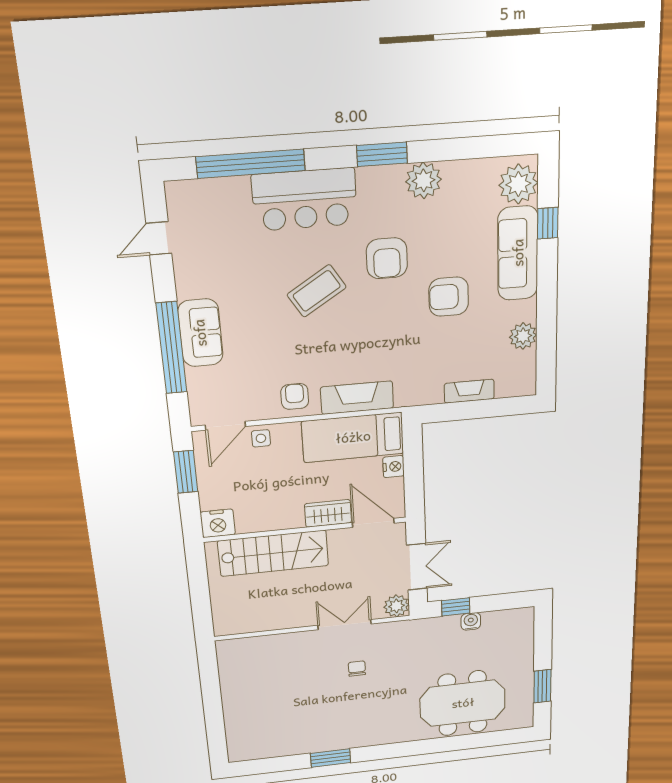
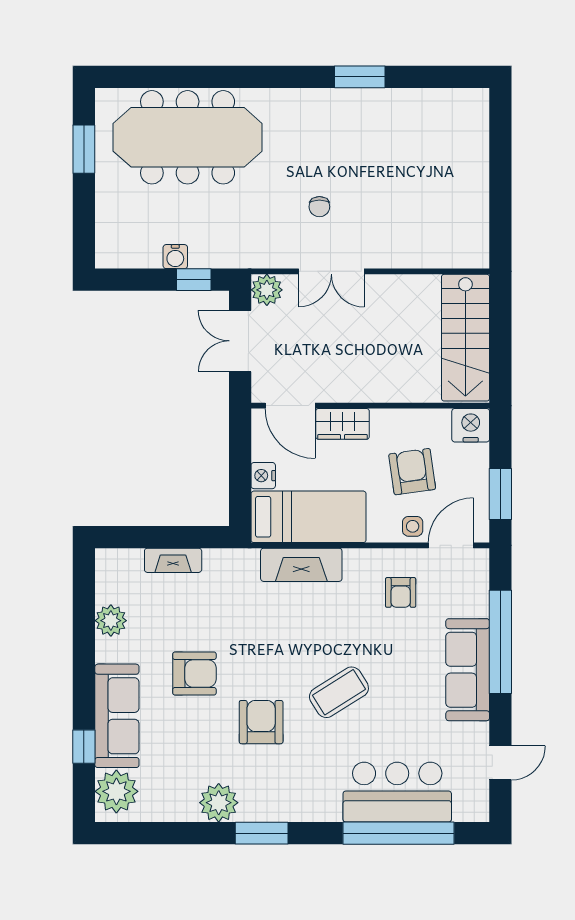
bar counter: (305, 199) -> (397, 792), moved
sofa: (200, 333) -> (468, 670), width x1.36
armchair: (295, 396) -> (401, 592), moved
armchair: (265, 482) -> (412, 472), added
stairs: (273, 553) -> (465, 338), moved, turned -90
meeting table: (463, 703) -> (188, 137), width x1.36

